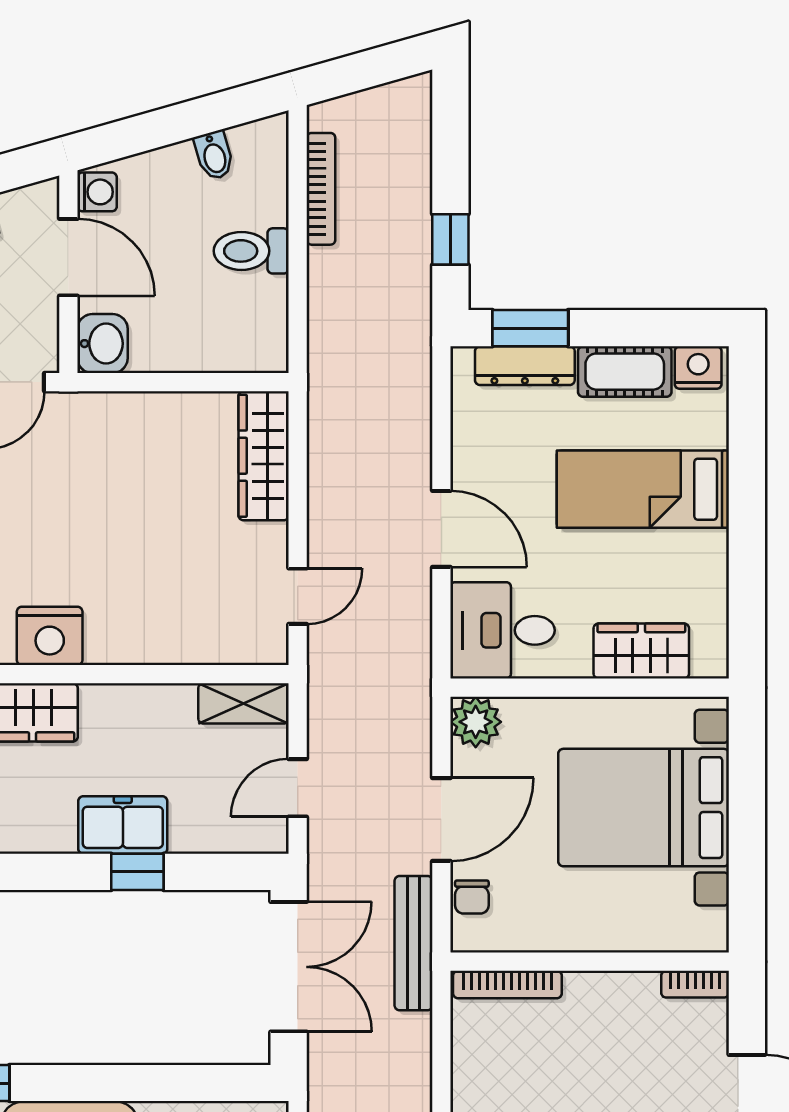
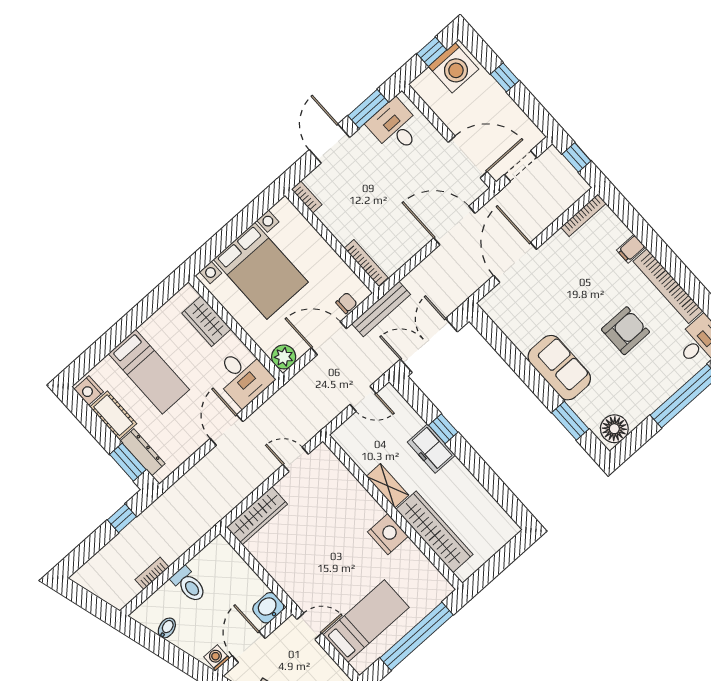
bookcase: (321, 189) -> (152, 573), width x0.64
shelving: (244, 703) -> (387, 486), moved

